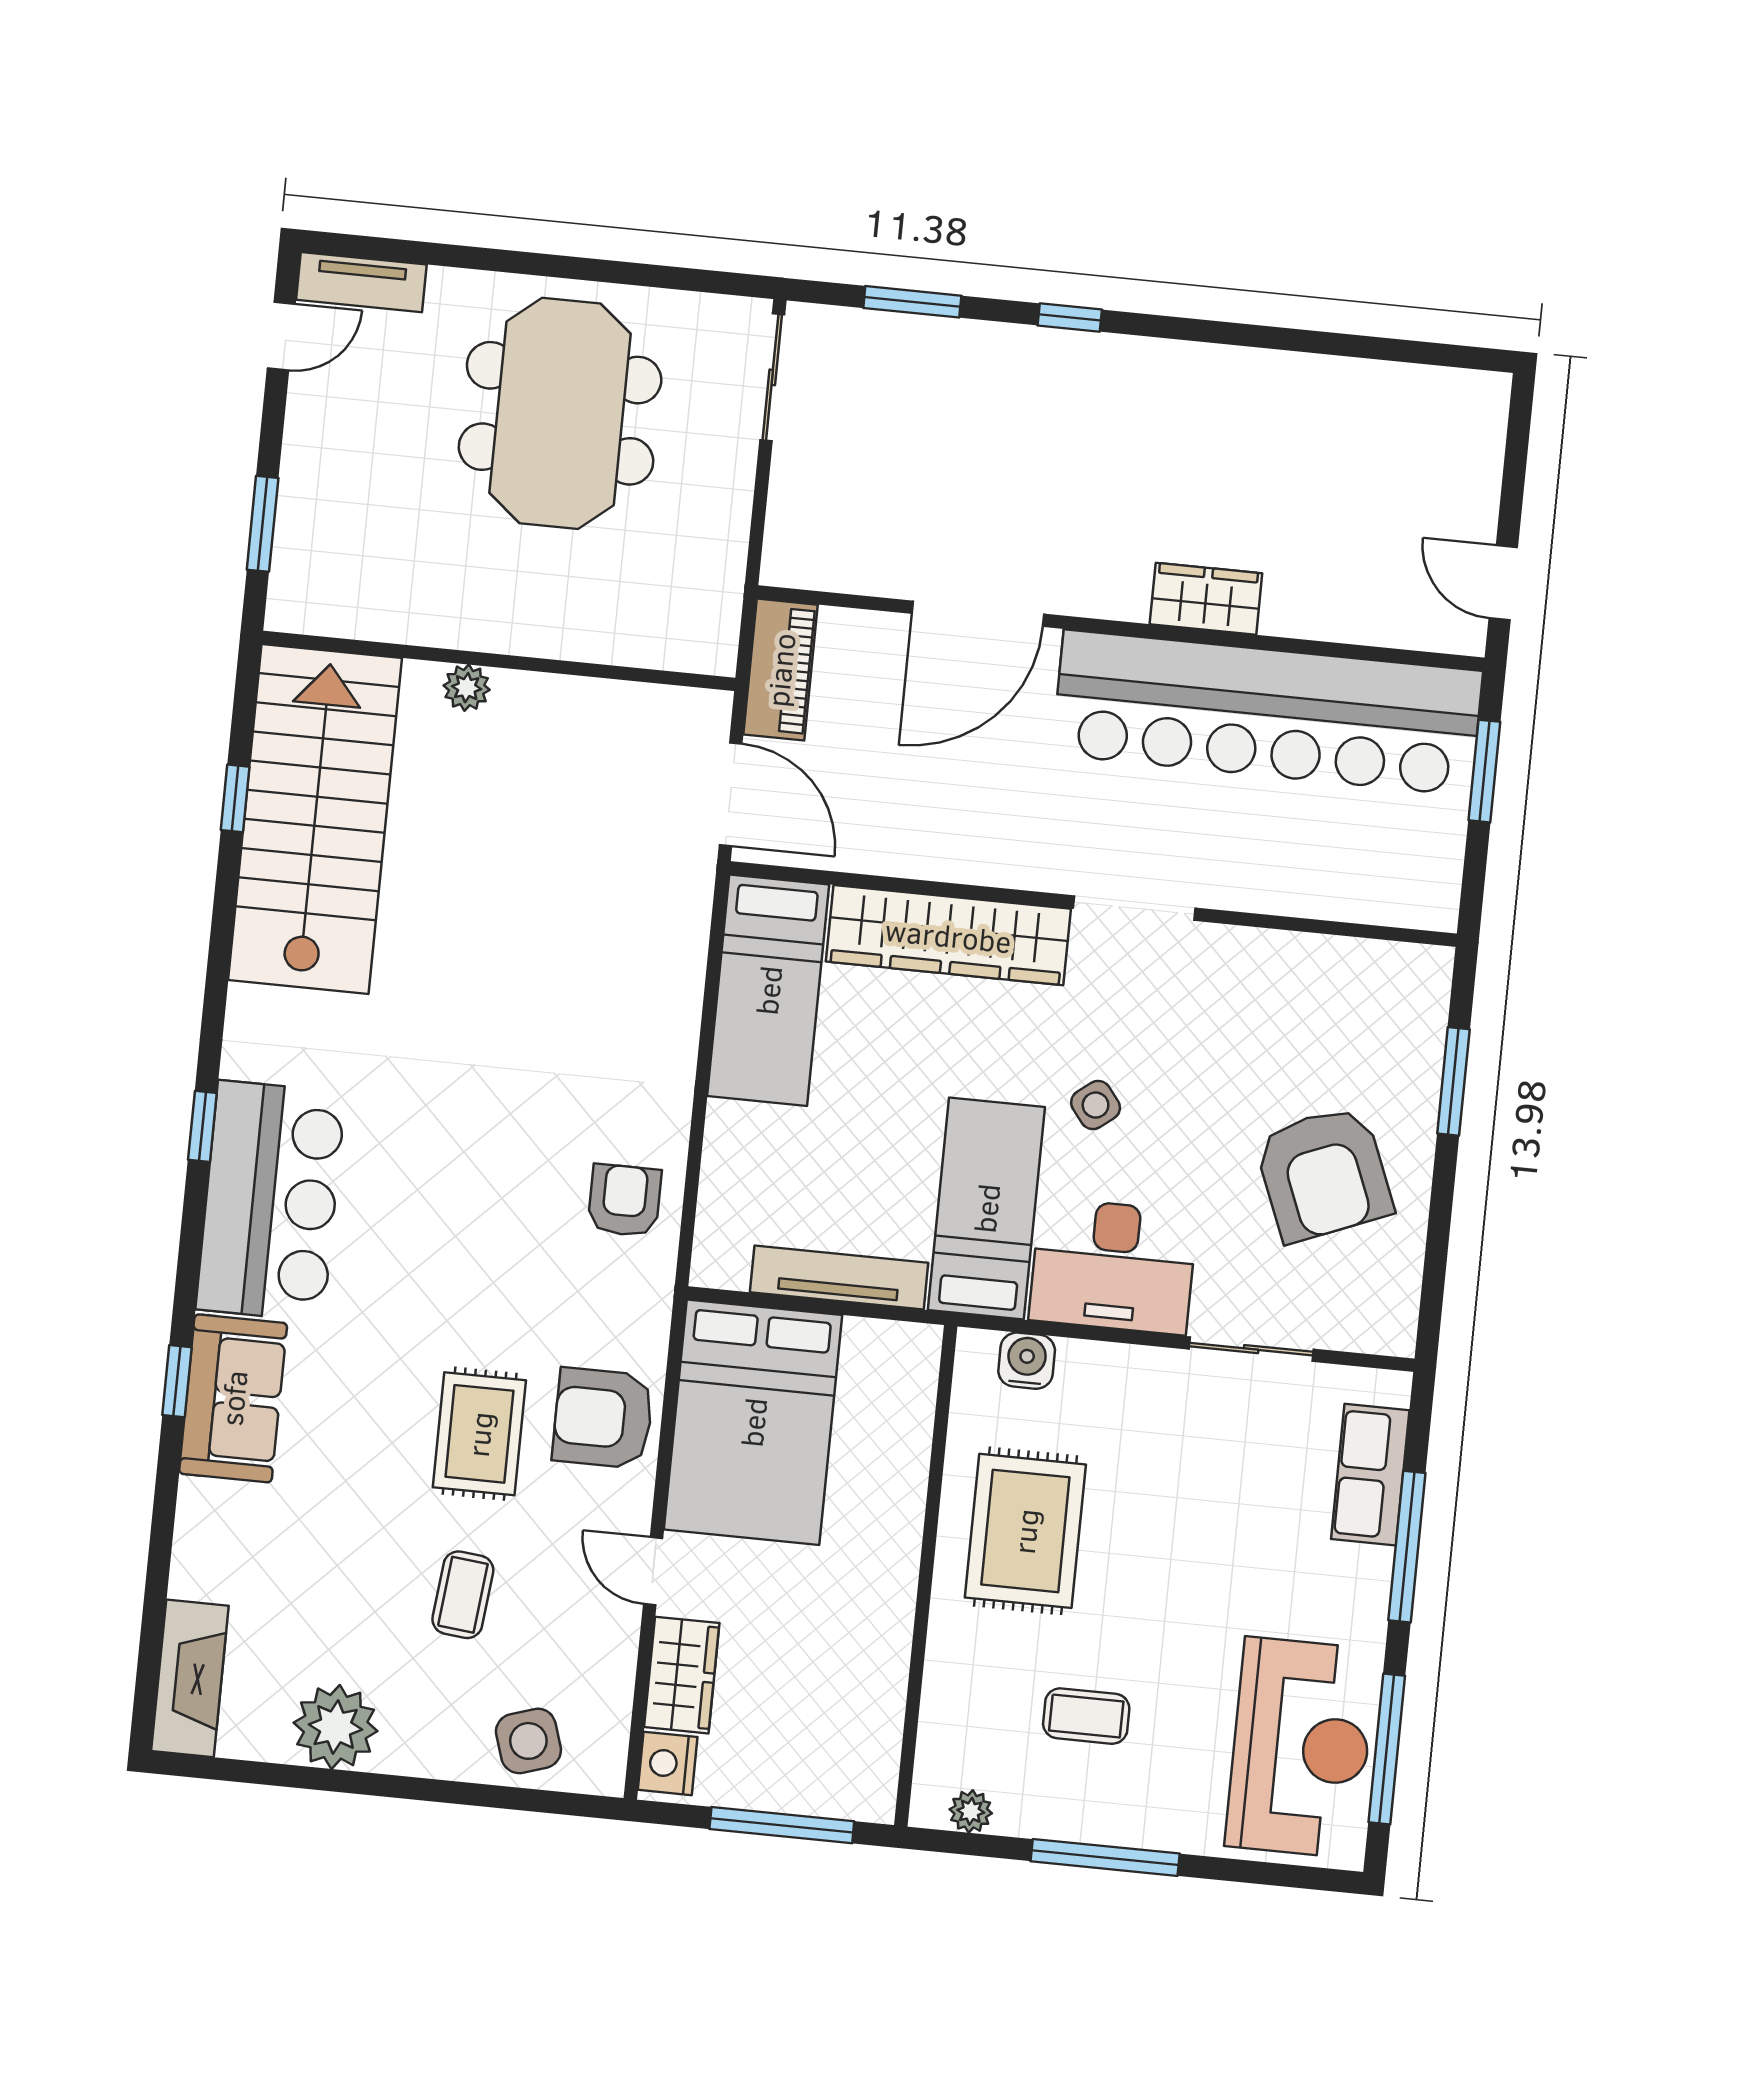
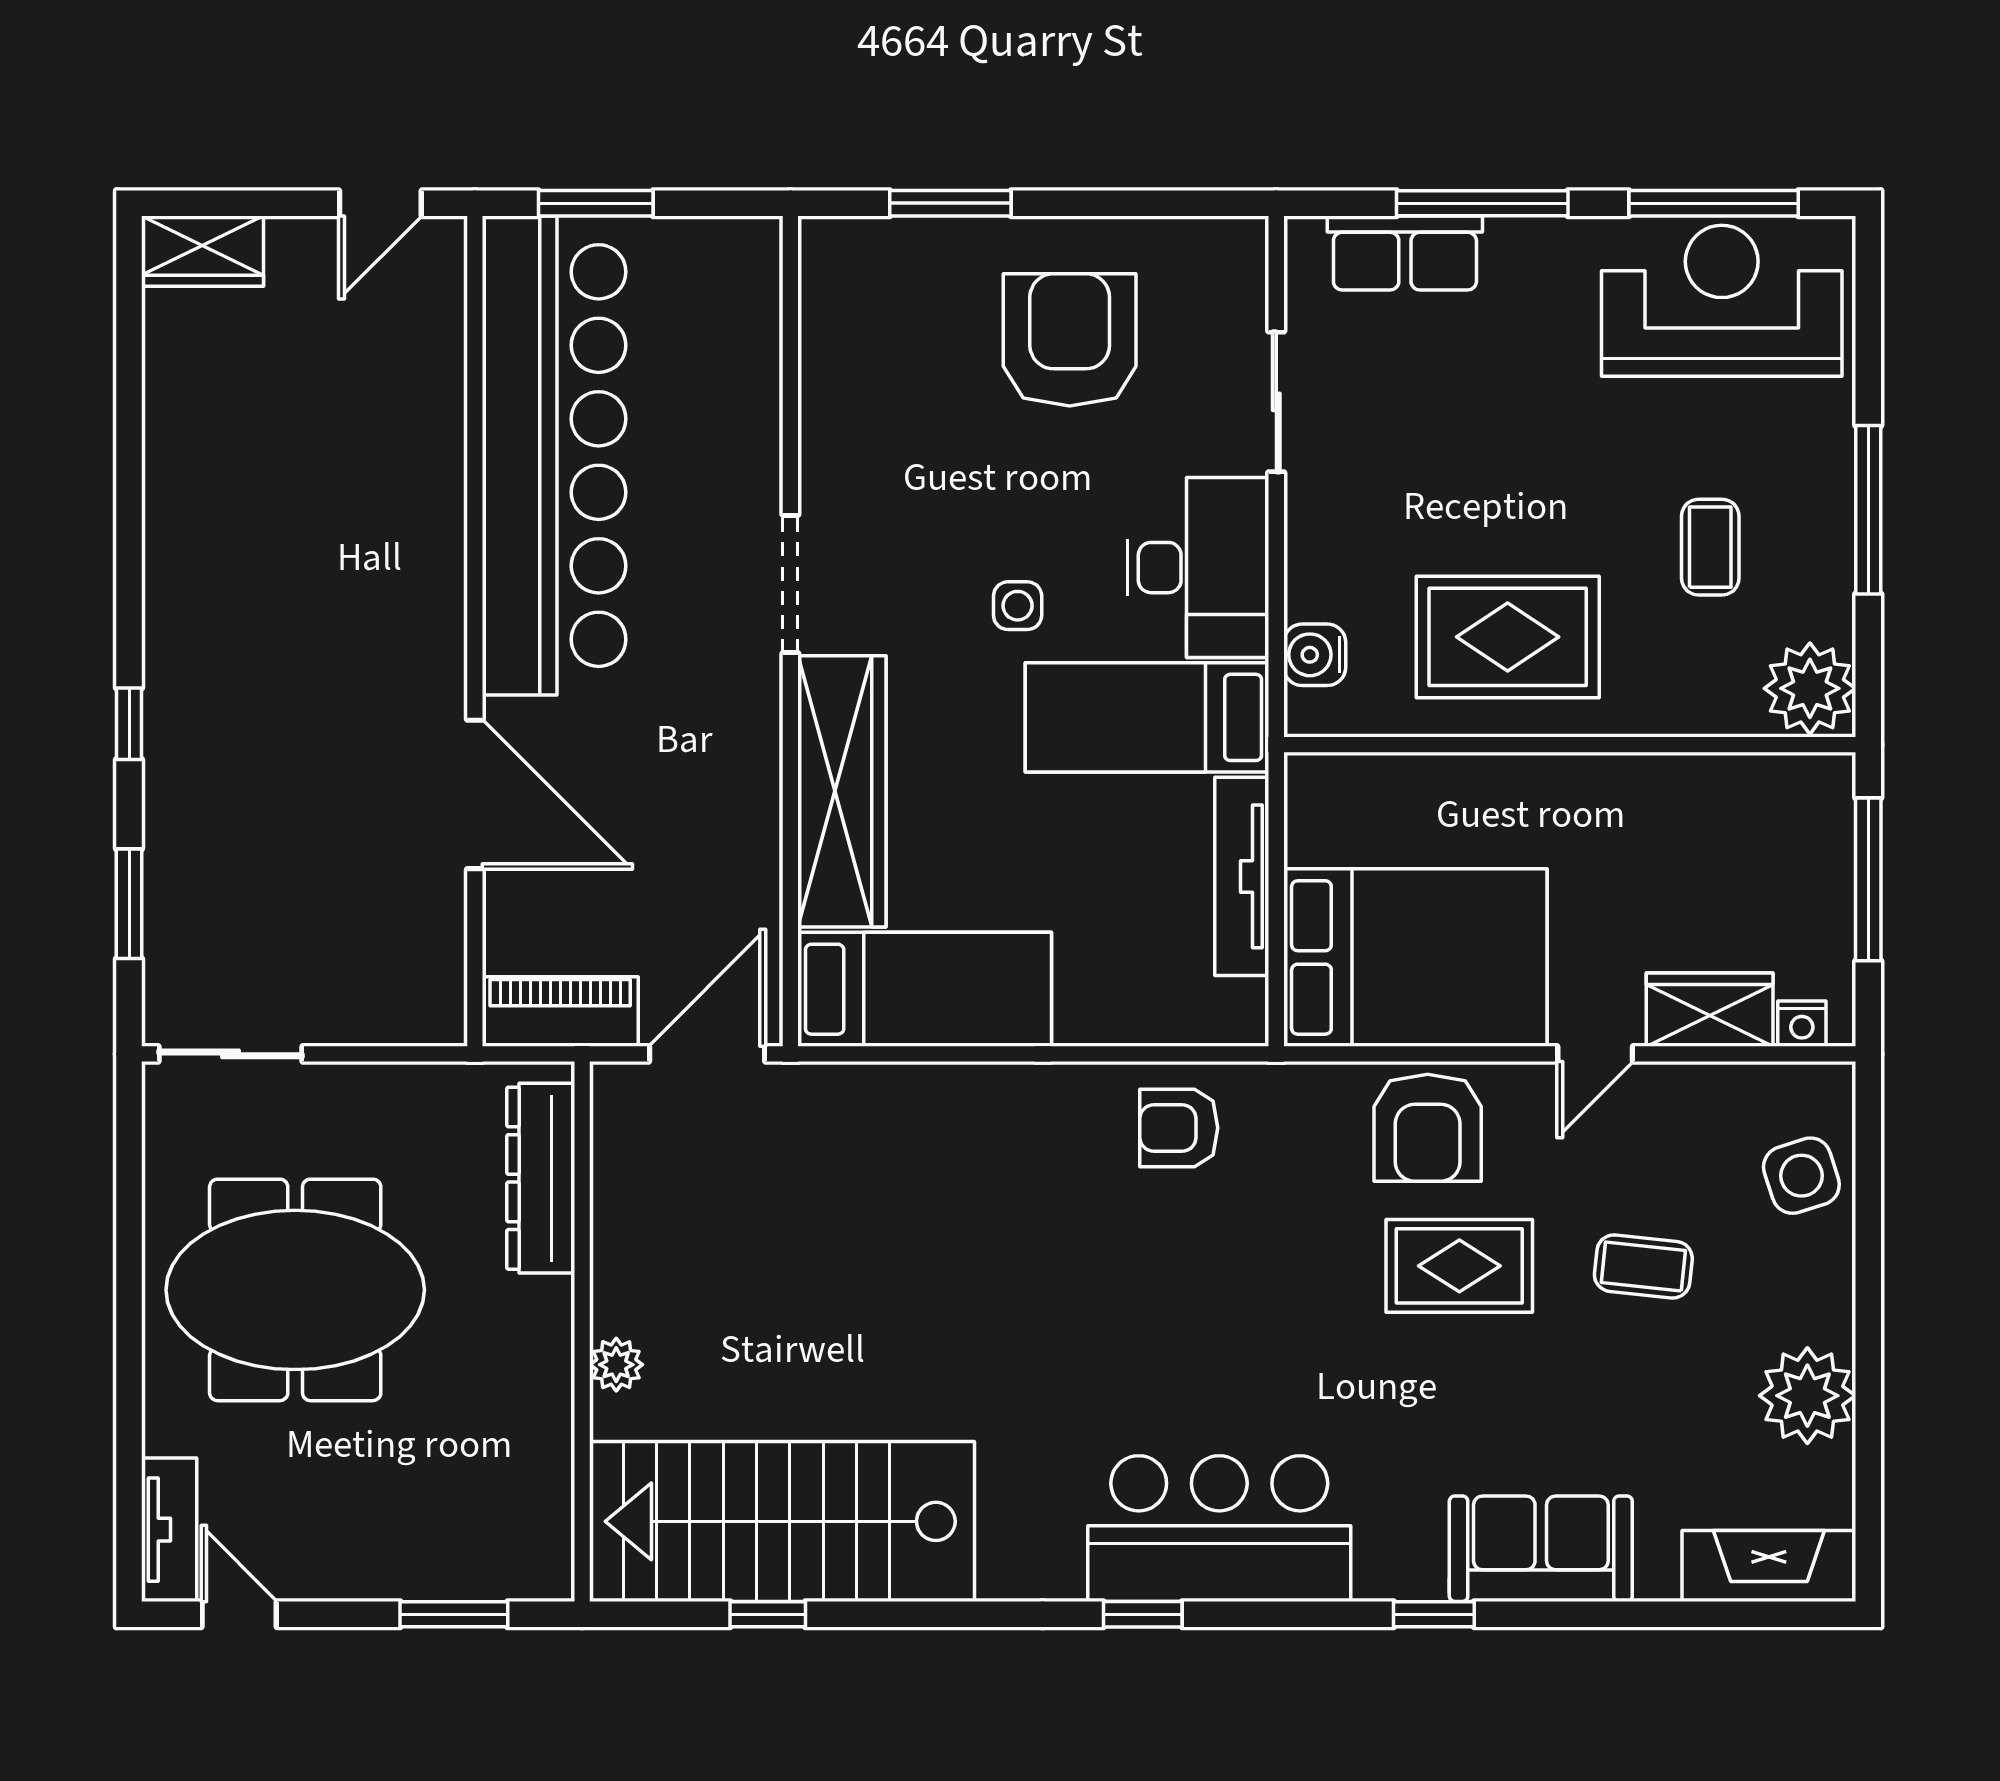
wardrobe: (1206, 599) -> (203, 251), moved, turned -90
dresser: (636, 638) -> (541, 1178), added
side table: (1096, 1105) -> (1018, 606), turned 38
armchair: (1324, 1174) -> (1070, 340), turned -68
sofa: (233, 1398) -> (1541, 1549), moved
nightstand: (668, 1763) -> (1802, 1024), width x0.72, depth x0.74
plant: (971, 1811) -> (1810, 688), width x1.88, depth x1.88

